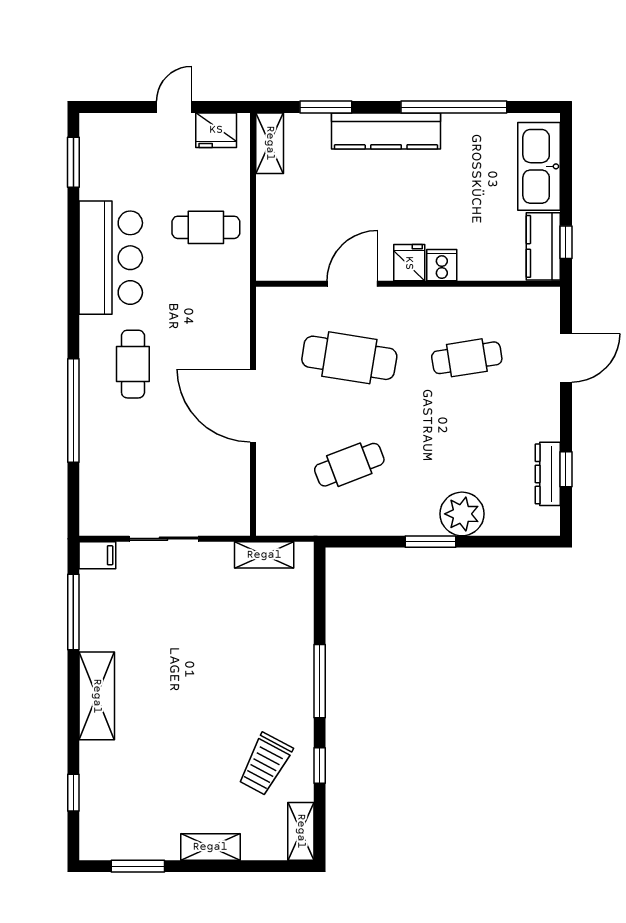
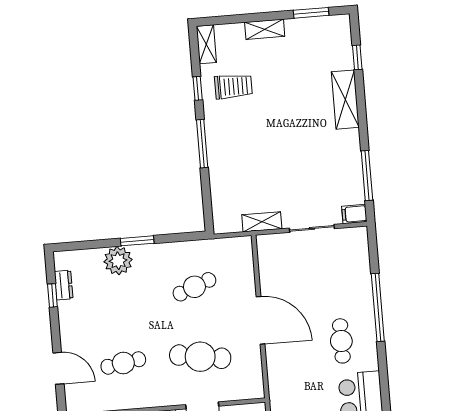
door: (566, 358) -> (58, 368), swing flipped
dresser: (548, 474) -> (64, 285), width x0.70
shelving: (264, 555) -> (262, 222), moved
shelving: (97, 696) -> (345, 100), moved
trolley: (265, 764) -> (233, 86), turned 62

